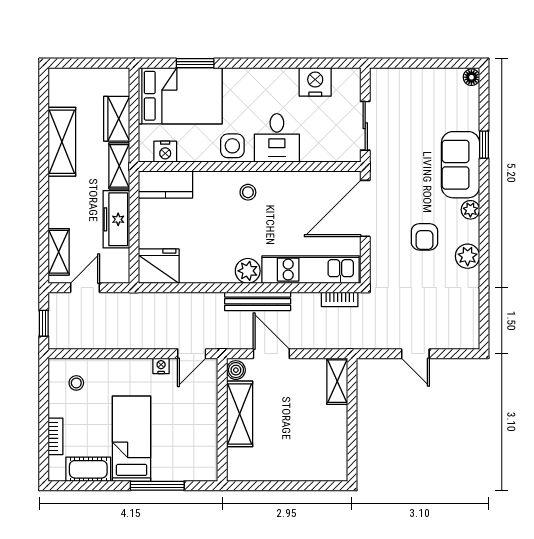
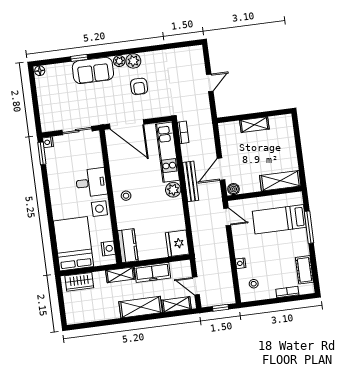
window: (195, 63) -> (42, 153), moved
nightstand: (315, 82) -> (48, 142), moved, width x0.53, depth x0.56
wardrobe: (117, 119) -> (79, 282), moved
shelving: (62, 142) -> (141, 307), moved
armchair: (424, 237) -> (139, 86), turned 90
plant: (468, 256) -> (133, 61), moved
nightstand: (161, 366) -> (241, 263), moved
shelving: (337, 381) -> (254, 125), moved
shelving: (240, 414) -> (280, 181), moved
bed: (132, 439) -> (279, 219), moved

